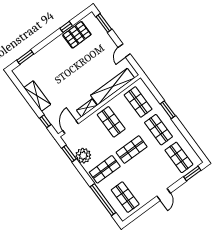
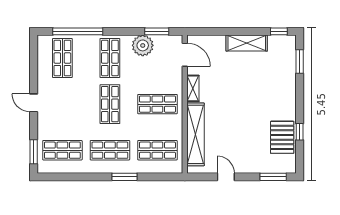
window: (45, 121) -> (279, 31), moved
shop shelf: (125, 197) -> (62, 58), turned 90

